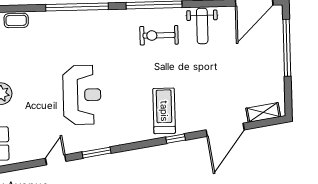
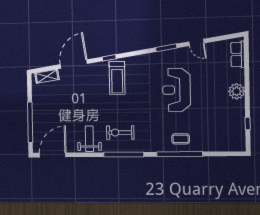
coffee table: (16, 20) -> (181, 139), moved
exercise bike: (159, 35) -> (120, 133), turned 180
door: (56, 160) -> (196, 42), hinge flipped

